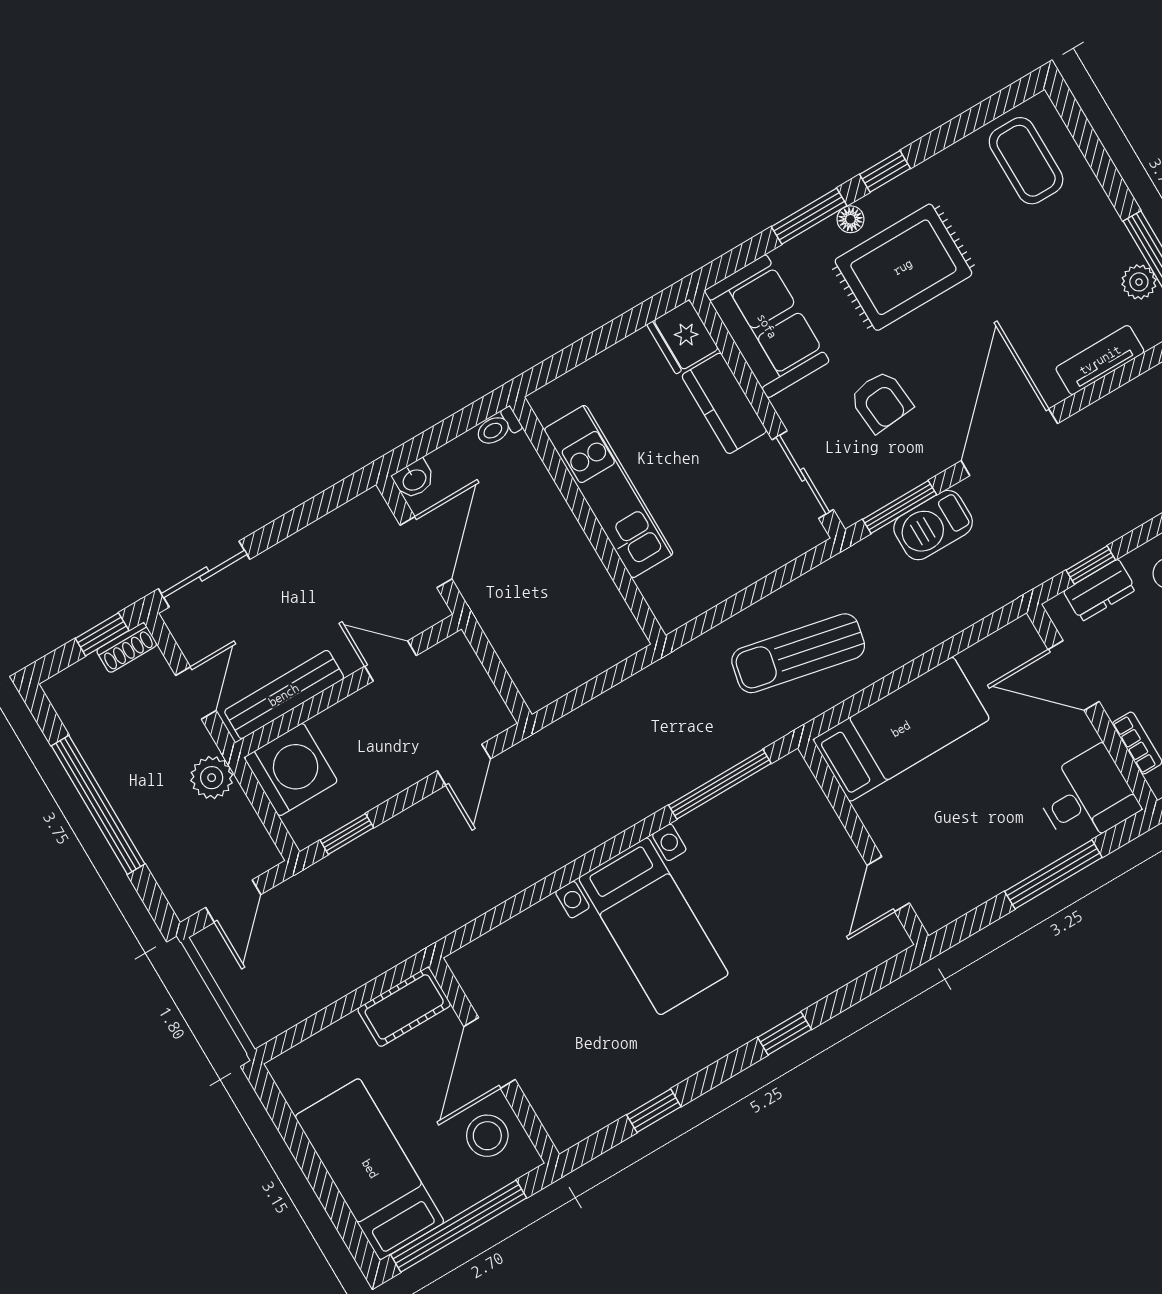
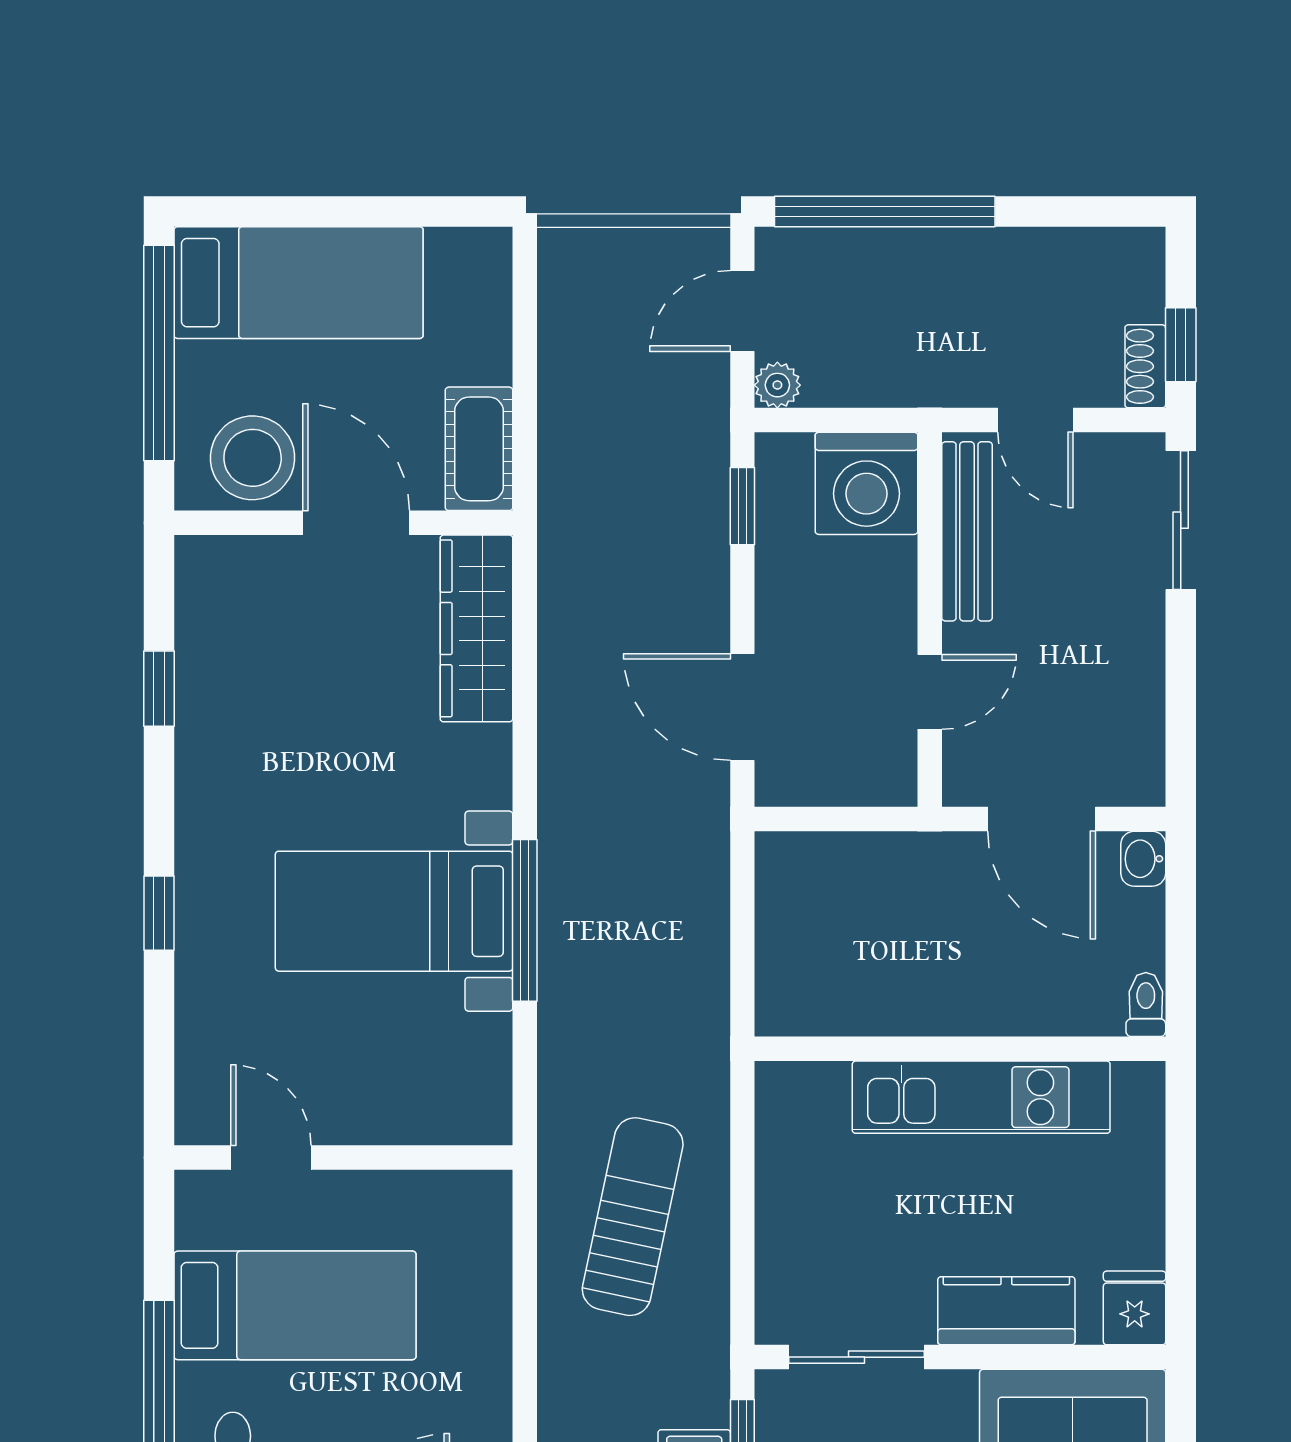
fridge: (683, 337) -> (1135, 1308), width x0.72
bed: (901, 729) -> (295, 1305), moved, turned -90
door: (464, 765) -> (742, 707), width x1.38
plant: (212, 778) -> (777, 385), moved, width x0.73, depth x0.73
window: (720, 784) -> (525, 920), moved
window: (98, 805) -> (885, 211), moved
door: (233, 901) -> (742, 311), hinge flipped
bed with nightstands: (654, 926) -> (394, 911), moved
wardrobe: (510, 947) -> (476, 628), added
stool: (487, 1136) -> (253, 458), width x1.38, depth x1.38

